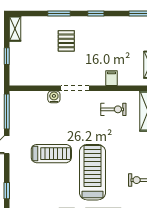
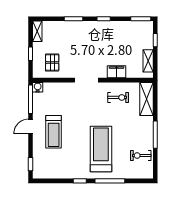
pallet: (66, 41) -> (52, 62), moved
filing cabinet: (111, 78) -> (116, 72), width x2.00
water cooler: (54, 97) -> (38, 87), moved
treadmill: (51, 154) -> (54, 132), moved, turned 90

